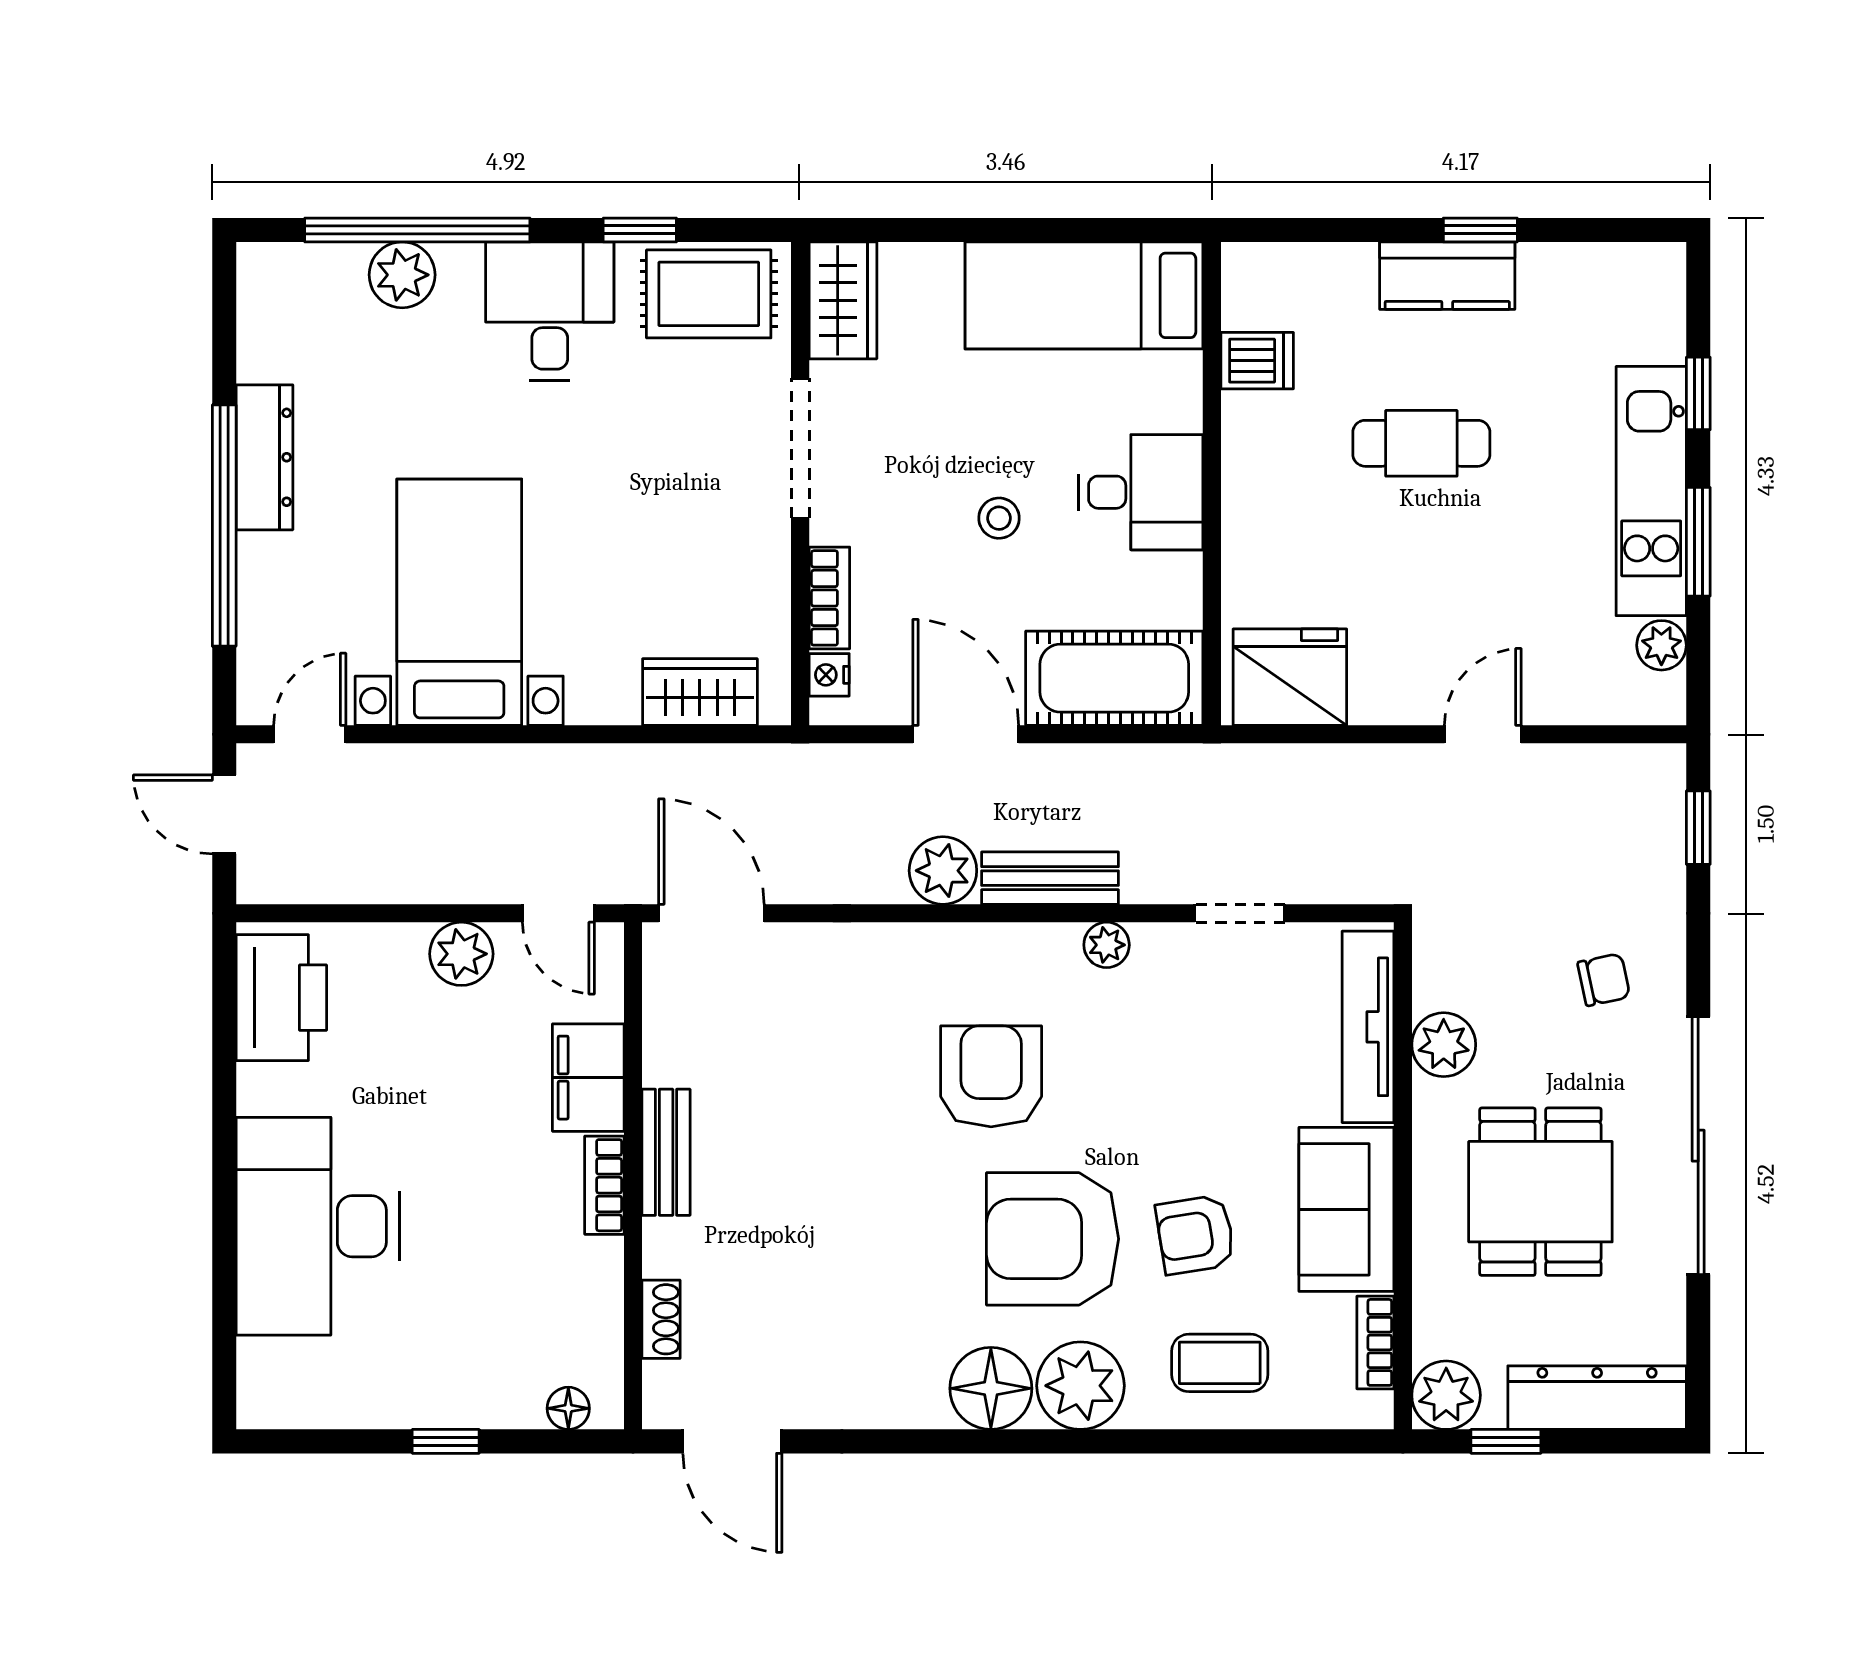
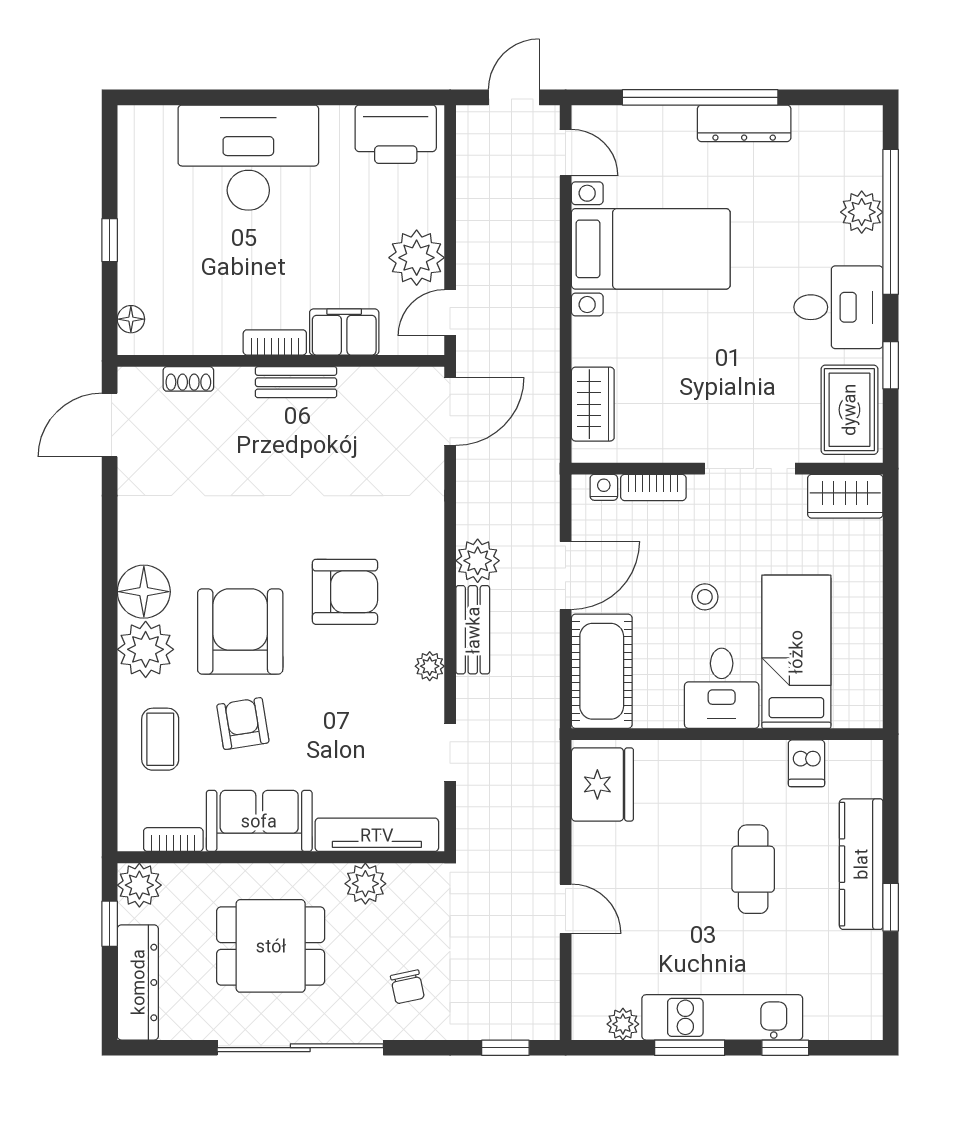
kitchen counter: (1447, 276) -> (861, 864), width x1.50
bed: (1084, 295) -> (796, 652), moved
plant: (461, 954) -> (417, 258), width x1.36, depth x1.36

